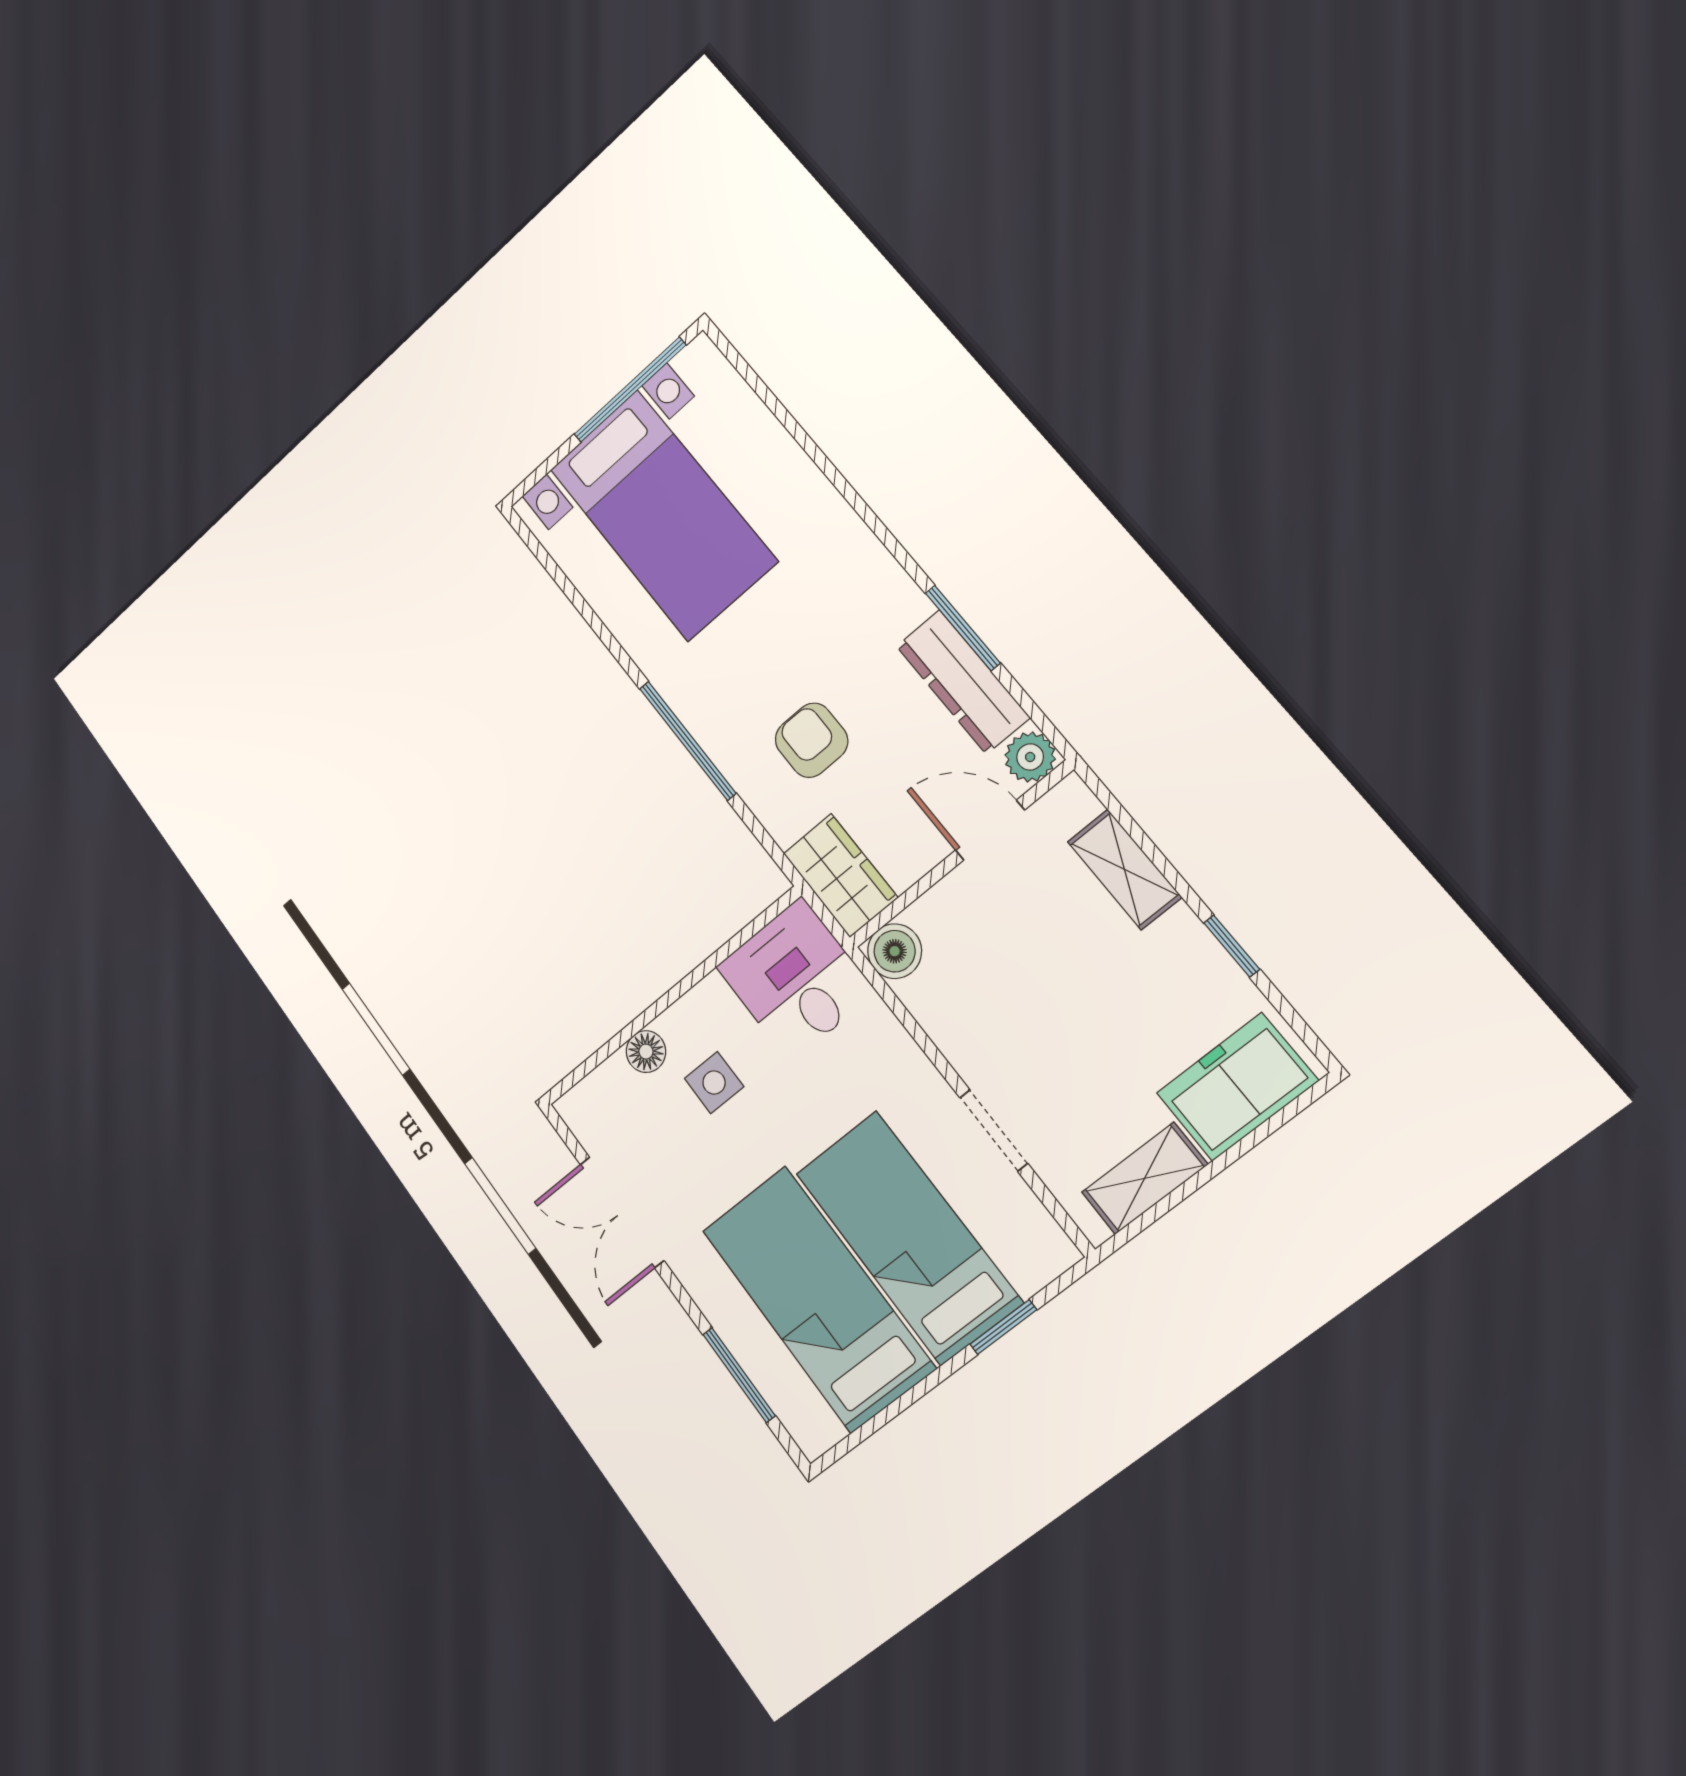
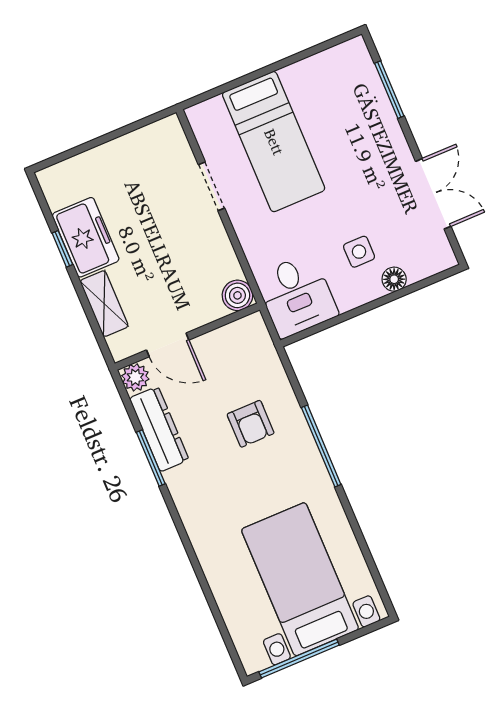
wardrobe: (840, 875) -> (256, 345), removed
freezer: (1237, 1087) -> (86, 237), moved, turned -90
shelving: (1145, 1178) -> (141, 142), removed
bed: (818, 1299) -> (333, 121), removed
window: (1003, 1327) -> (236, 83), removed

